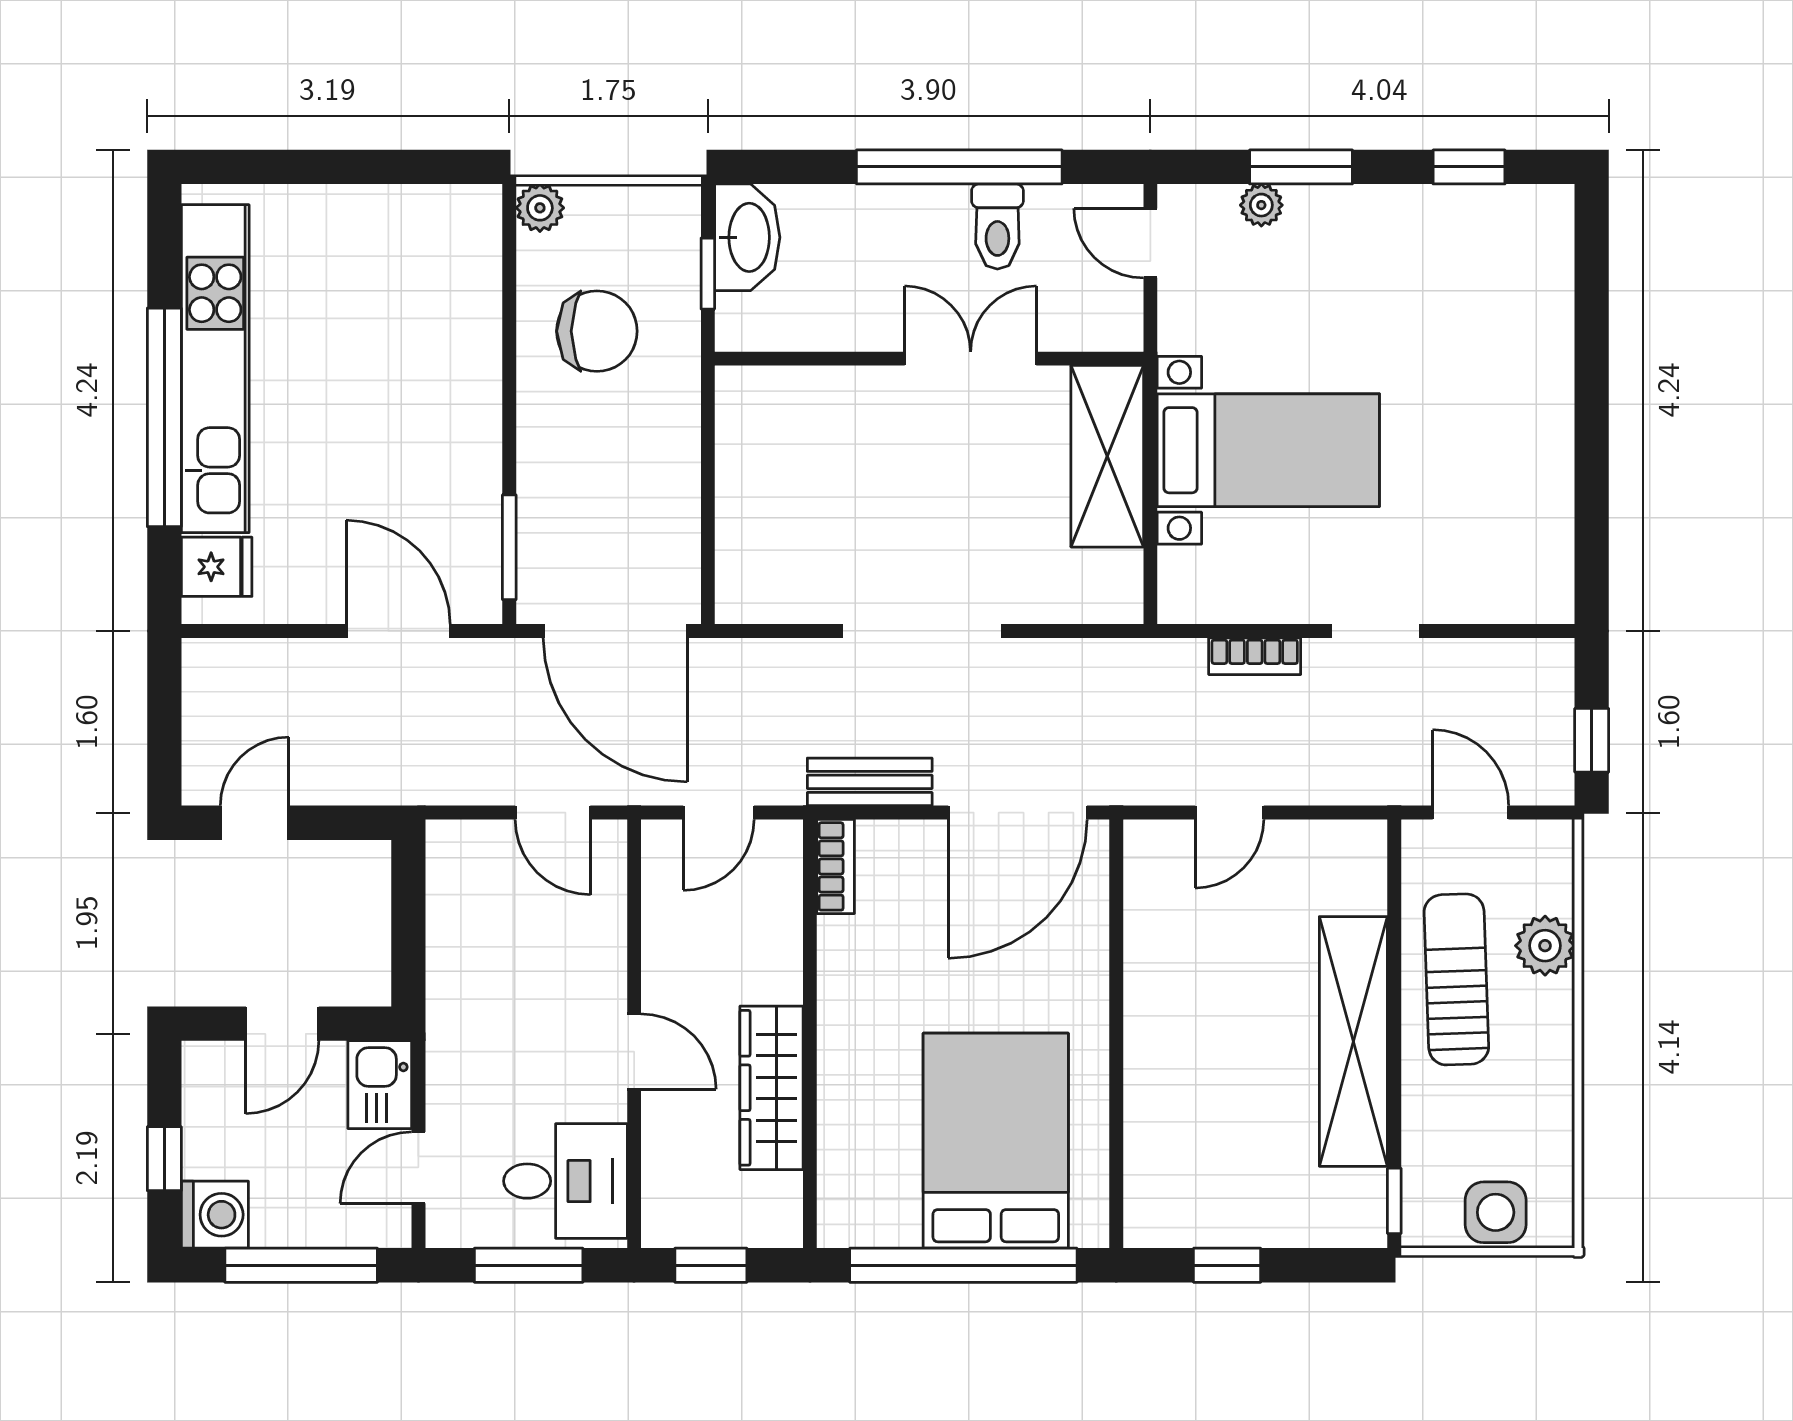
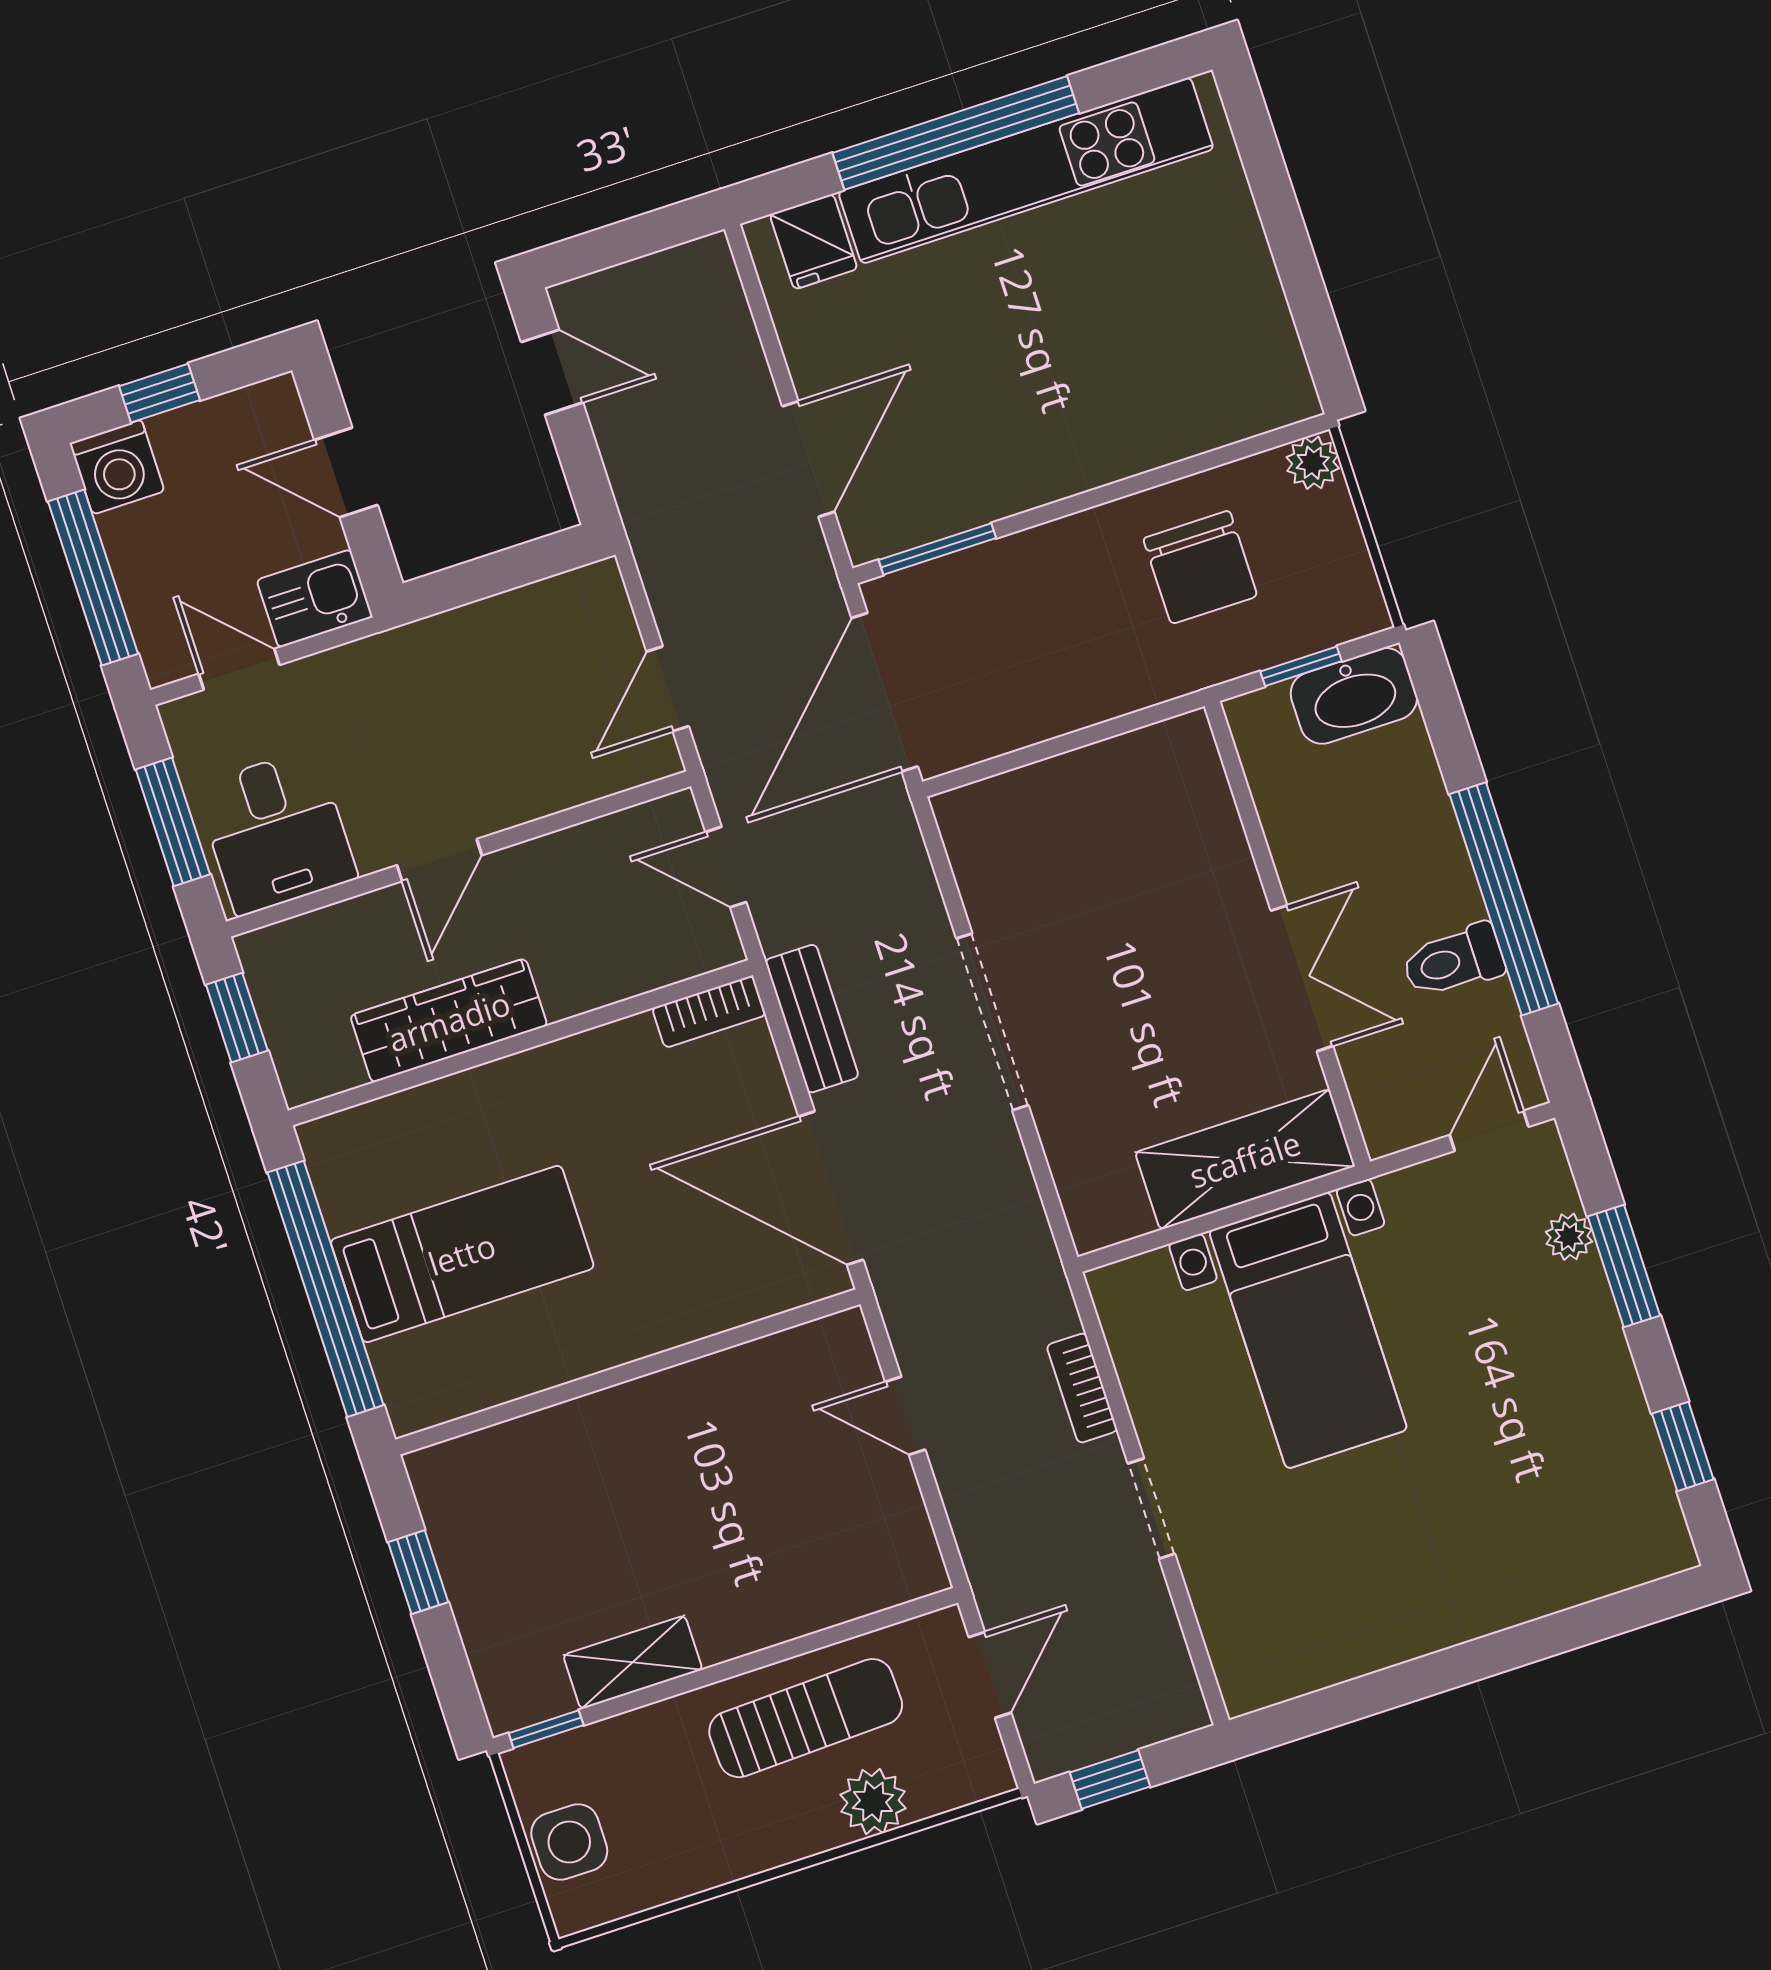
shelving: (1353, 1041) -> (633, 1662), width x0.45, depth x0.75
bed: (996, 1141) -> (462, 1254), width x0.67

